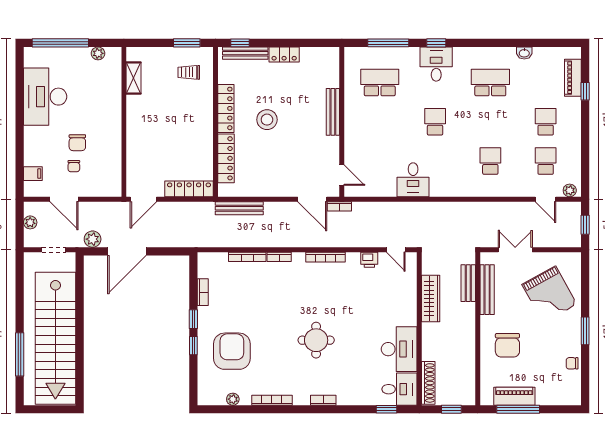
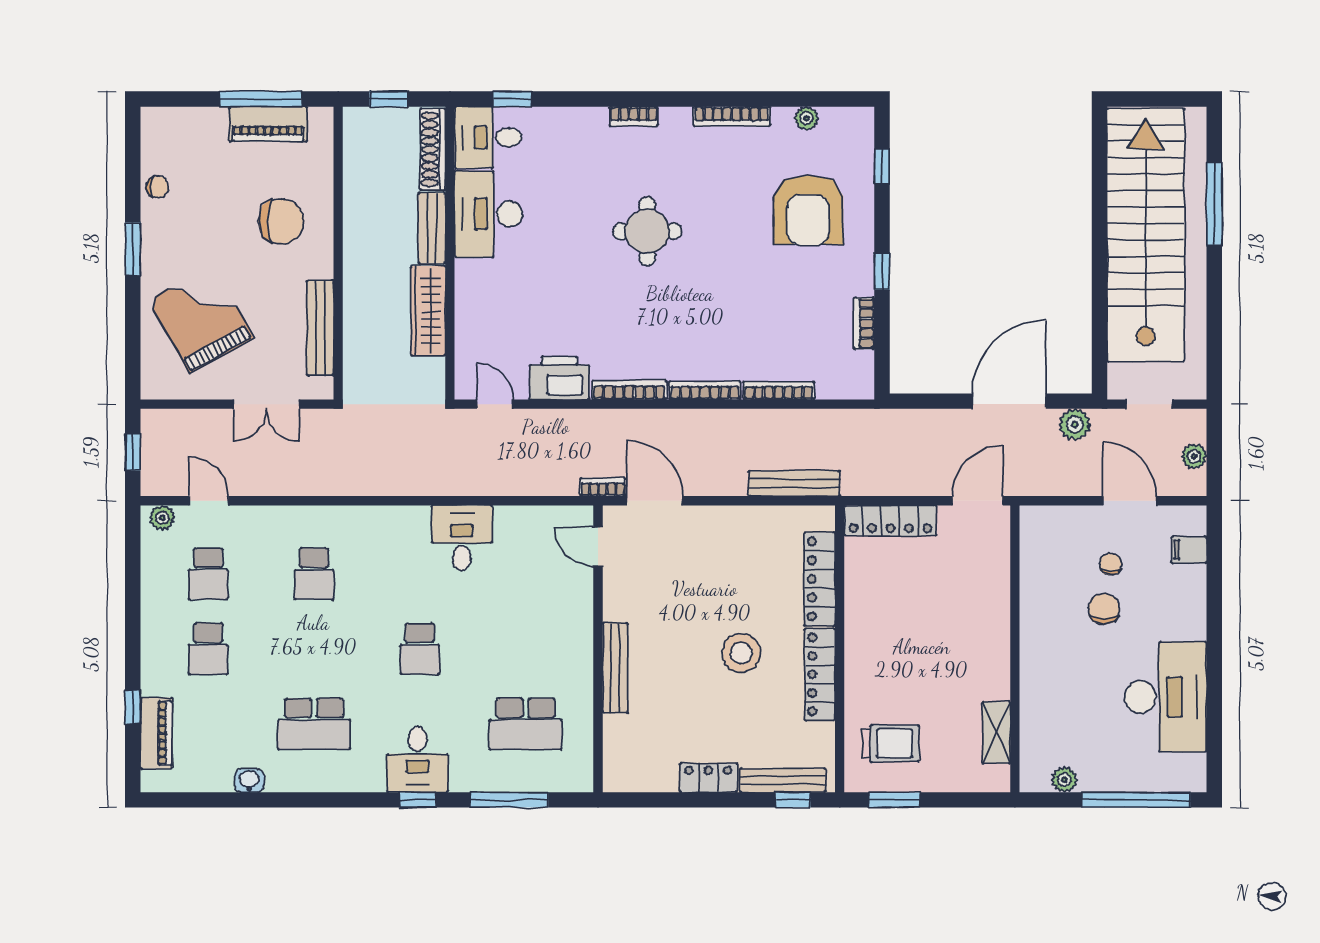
trolley: (189, 72) -> (891, 743), width x1.36, depth x1.39
bookcase: (279, 257) -> (705, 390), width x1.56
printer: (369, 260) -> (559, 378), width x1.87, depth x1.48
bench: (468, 283) -> (432, 228), moved
chair: (507, 345) -> (281, 221), turned 90
window: (193, 346) -> (882, 166), moved

